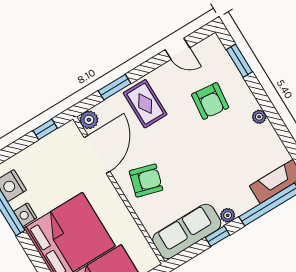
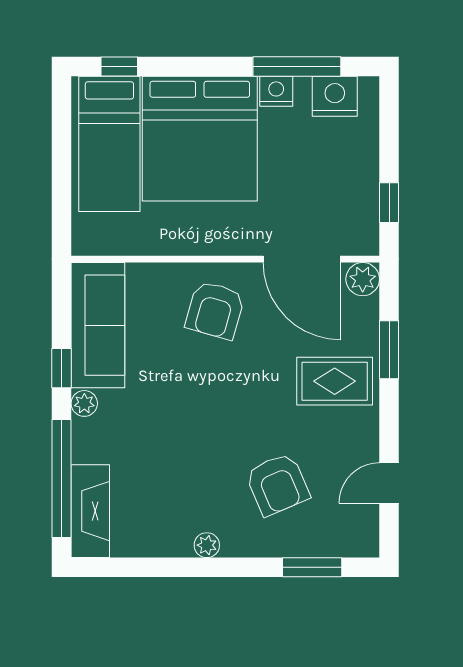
armchair: (210, 101) -> (277, 484), turned -119

